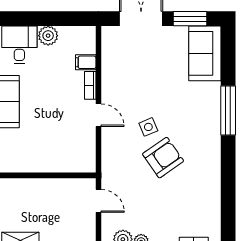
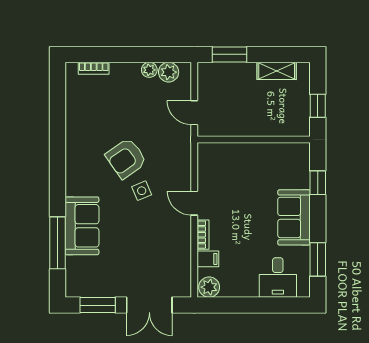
plant: (48, 36) -> (209, 287), moved
sofa: (205, 53) -> (82, 226), moved
window: (228, 110) -> (58, 243), moved

